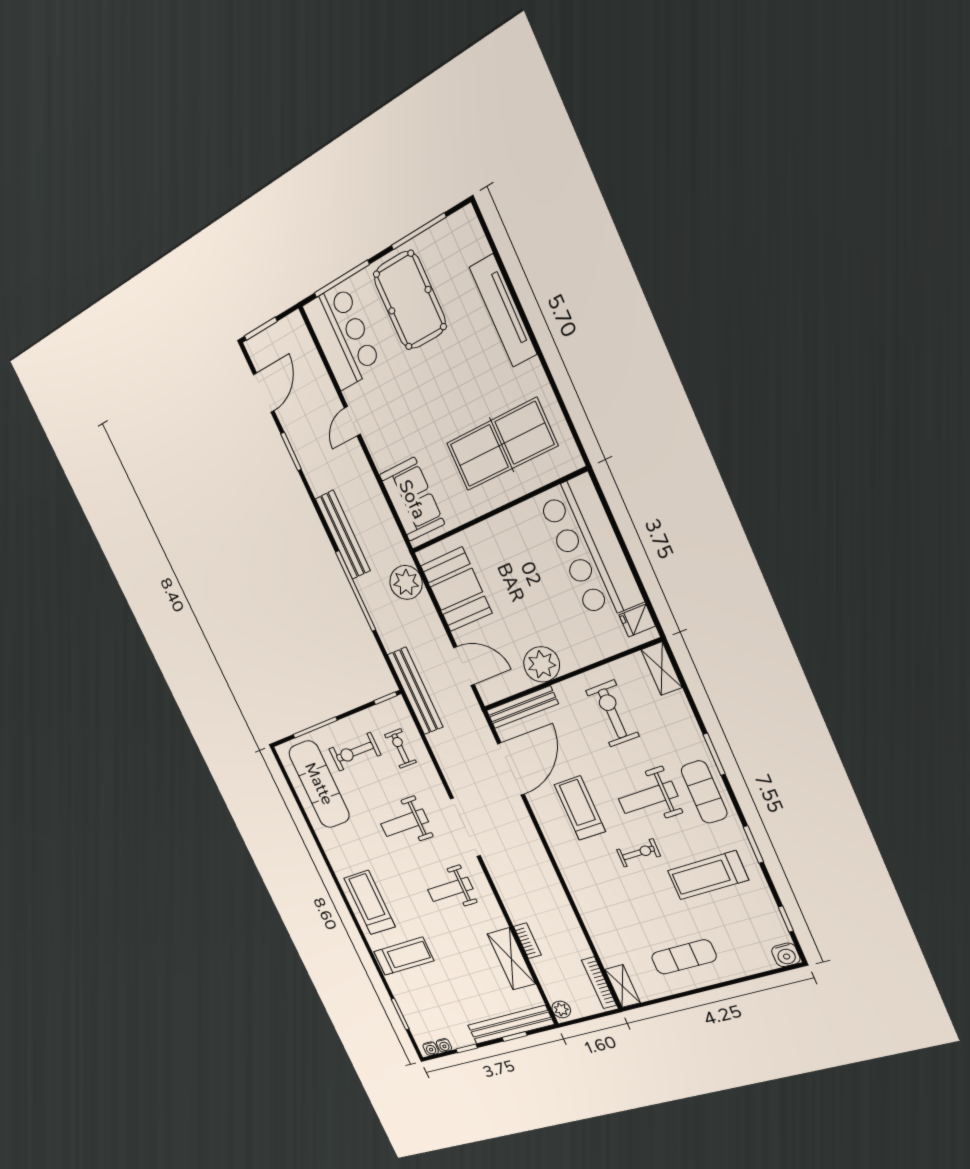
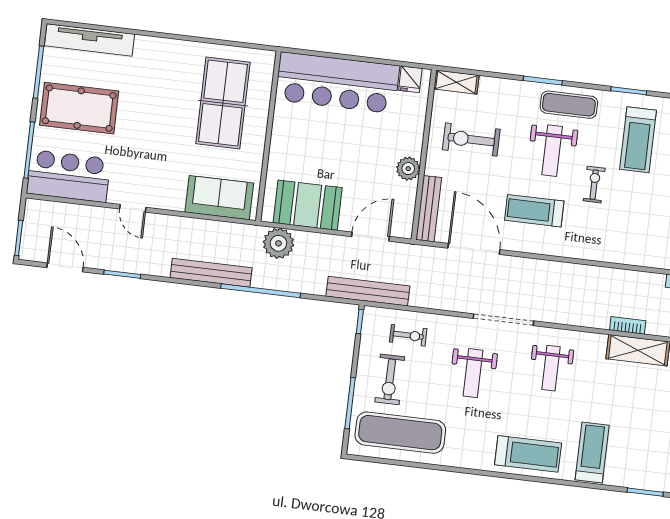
tv unit: (503, 311) -> (89, 40), moved
plant: (542, 664) -> (408, 169), width x0.73, depth x0.73
exercise bike: (400, 748) -> (408, 335), turned 180
treadmill: (370, 902) -> (528, 454), turned 180

